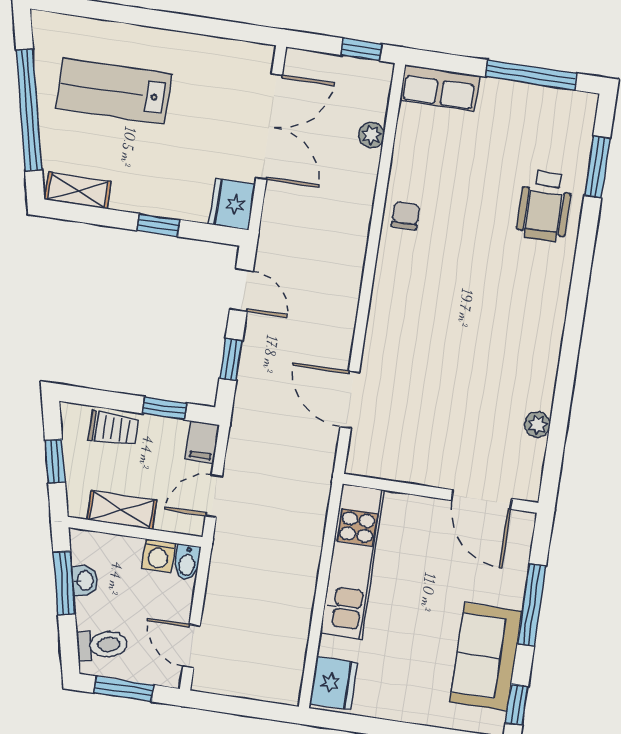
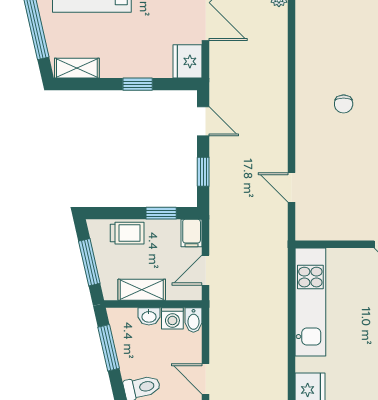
chair: (406, 216) -> (344, 104), moved, turned 180
door: (350, 400) -> (292, 187), width x0.73
window: (55, 461) -> (89, 262), width x1.50
washbasin: (85, 581) -> (149, 316), moved, turned 103

